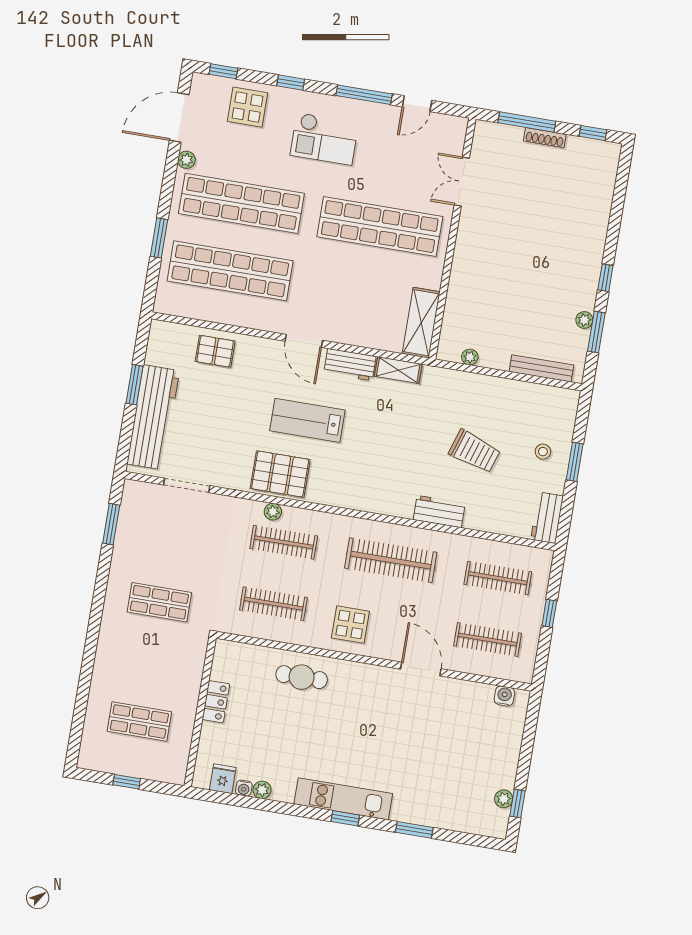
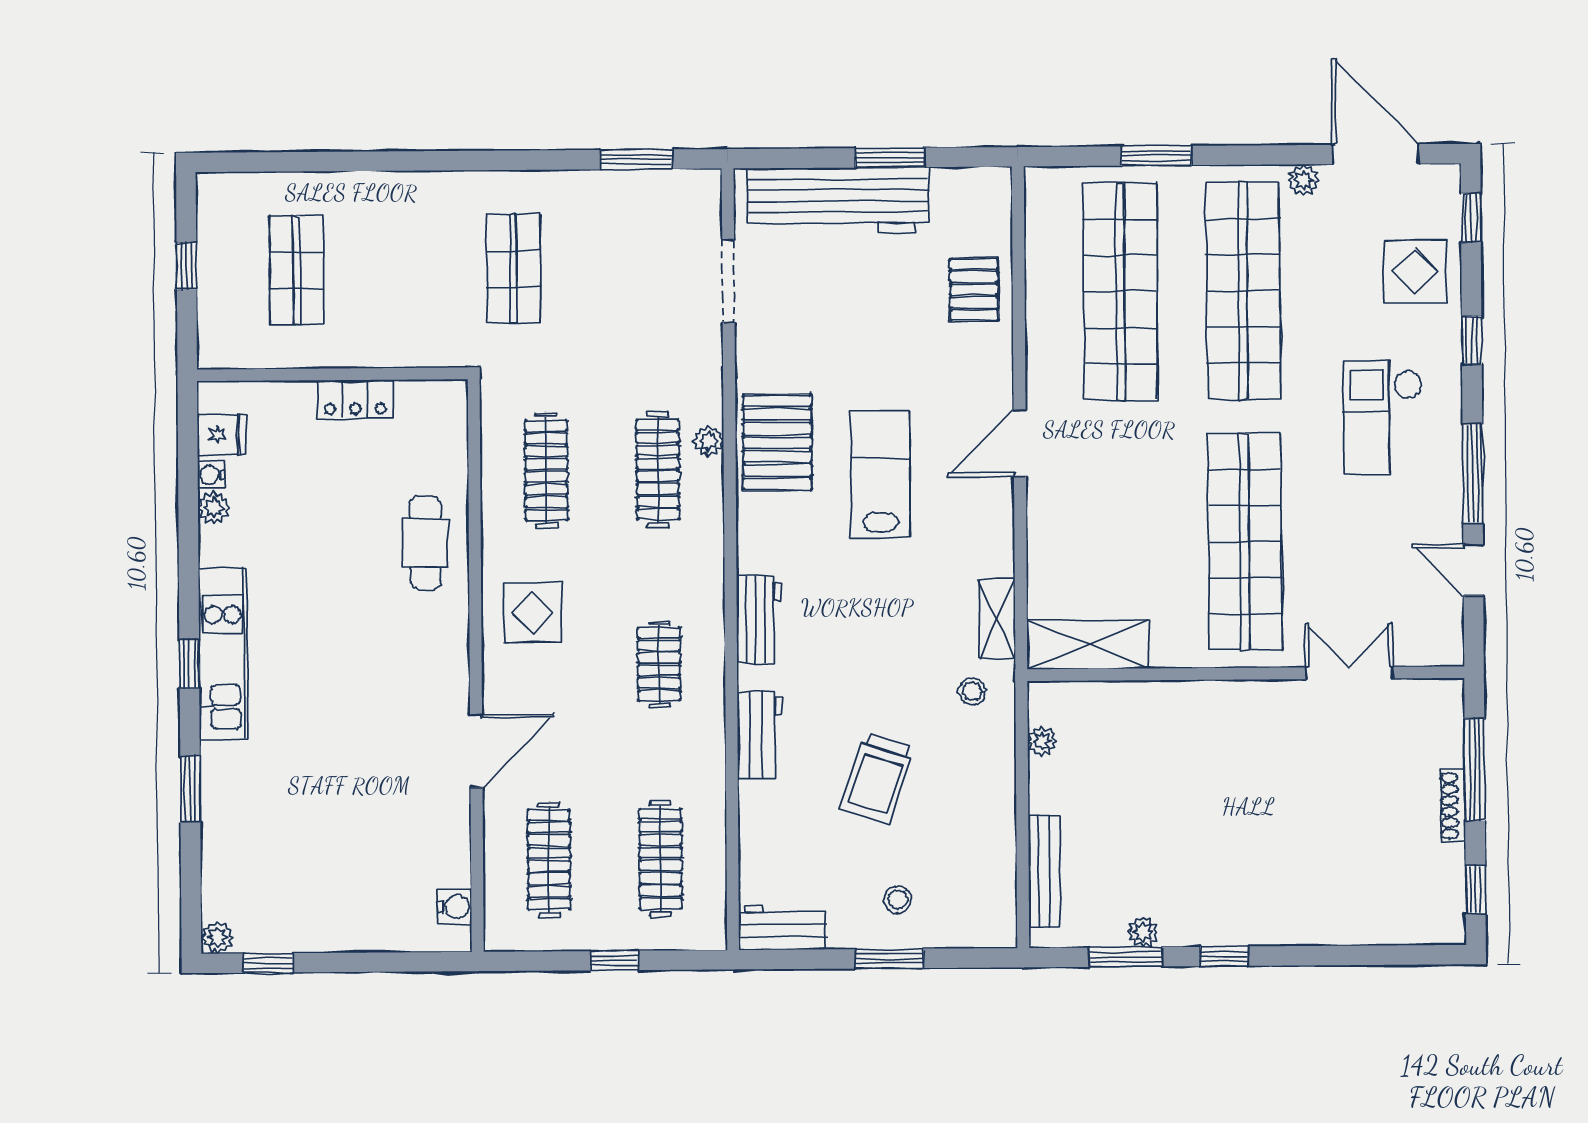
workbench: (350, 365) -> (759, 620), moved, turned 180
stool: (436, 391) -> (972, 691), added
clothes rail: (391, 560) -> (659, 664), width x0.54, depth x0.76
plant: (504, 799) -> (218, 937), moved

